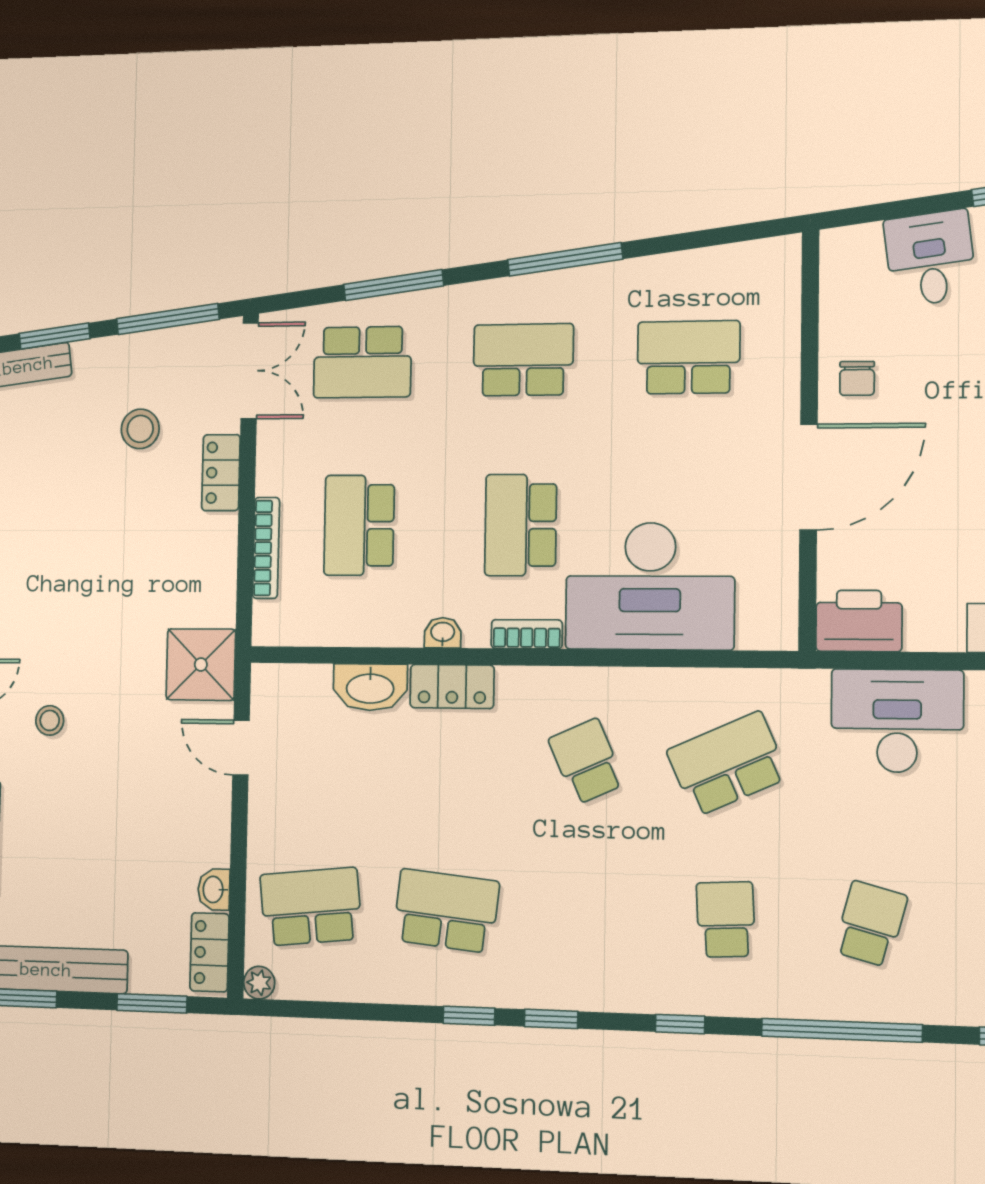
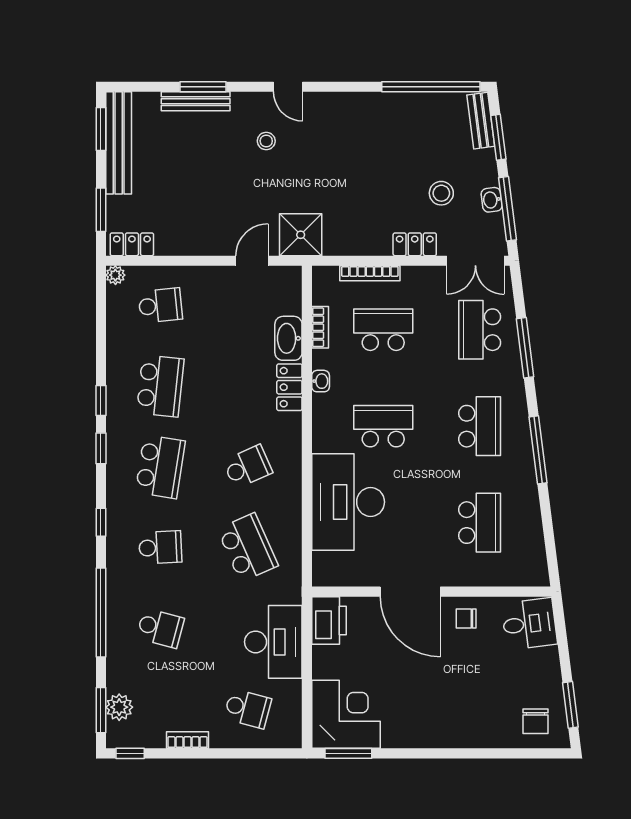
desk: (930, 258) -> (529, 624), moved
bookcase: (527, 634) -> (320, 327), moved
washbasin: (214, 889) -> (492, 200), moved, turned -97
school desk: (311, 907) -> (160, 305), width x0.54
school desk: (584, 915) -> (160, 467), added

